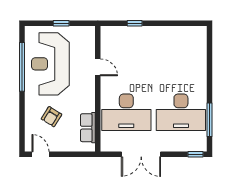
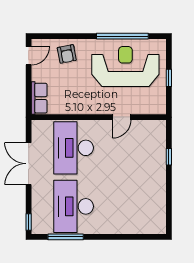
armchair: (52, 117) -> (67, 54), moved, turned -133
row of seats: (88, 128) -> (39, 98), moved, turned 90

